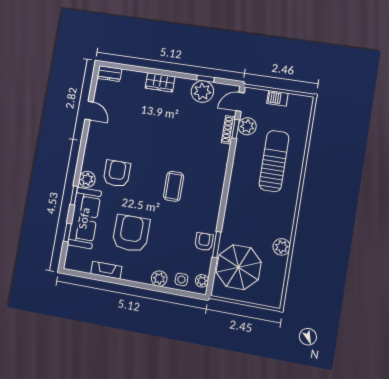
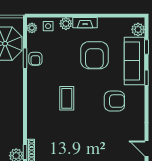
armchair: (117, 174) -> (114, 101), turned -90
plant: (87, 179) -> (138, 29), moved
fireplace: (106, 270) -> (85, 23), moved

